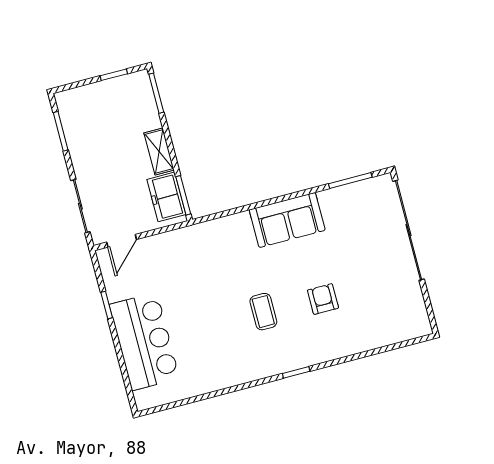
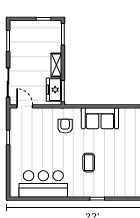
sofa: (287, 220) -> (100, 118), moved
door: (122, 241) -> (25, 106), swing flipped
armchair: (323, 299) -> (65, 126), moved
bar counter: (144, 341) -> (43, 184), moved, turned -90

